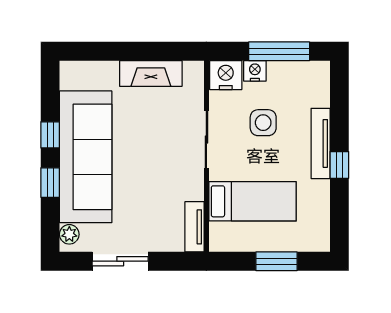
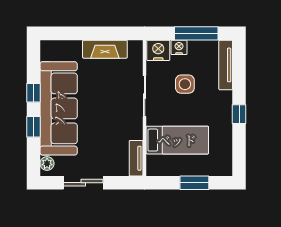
tv unit: (321, 143) -> (226, 65), moved

